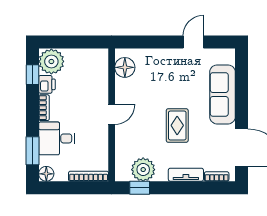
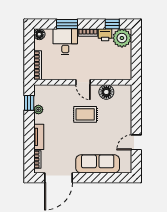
door: (193, 42) -> (136, 142), swing flipped
floor lamp: (125, 67) -> (106, 92), moved
rug: (177, 125) -> (85, 114), moved
window: (32, 151) -> (67, 24), moved
plant: (143, 170) -> (38, 110), width x0.53, depth x0.53

